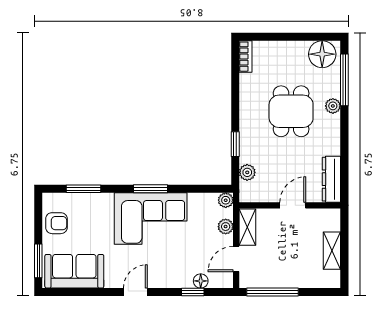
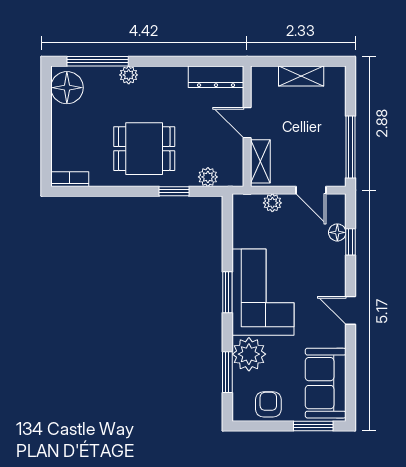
dining table: (291, 111) -> (144, 149), moved
plant: (226, 200) -> (249, 354), moved, width x1.88, depth x1.88
shelving: (247, 227) -> (260, 161), moved, turned 90

